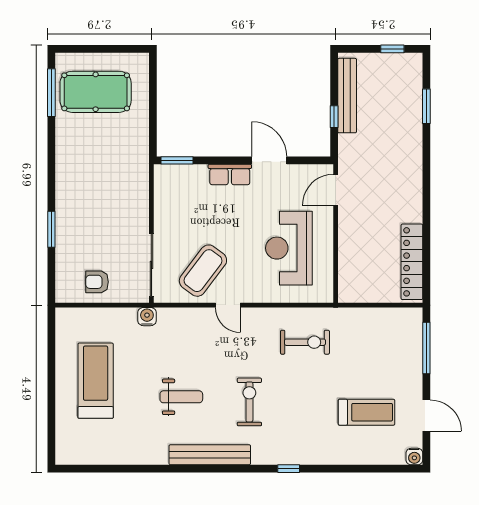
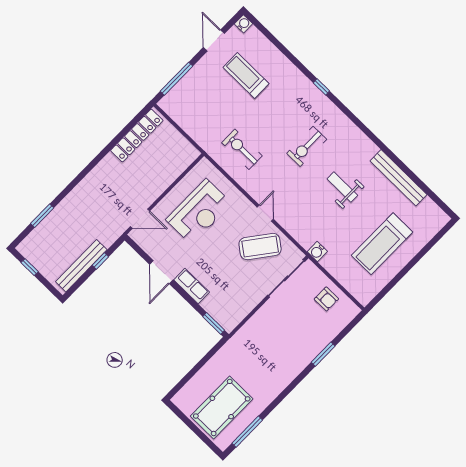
pool table: (96, 92) -> (222, 407), turned 90
bench: (210, 455) -> (399, 178), moved

